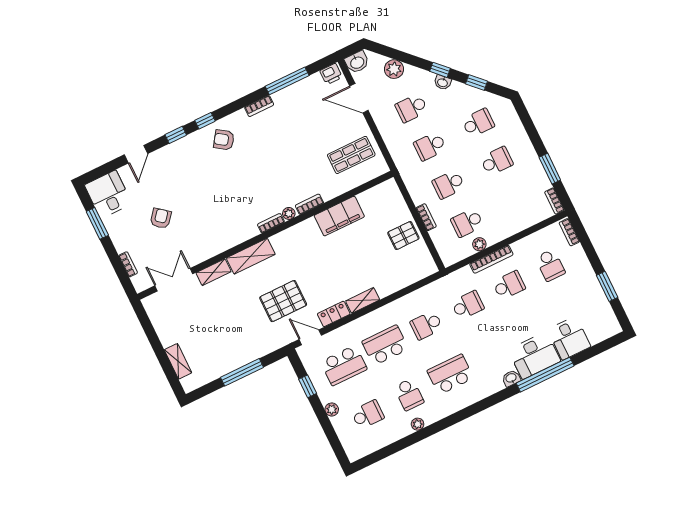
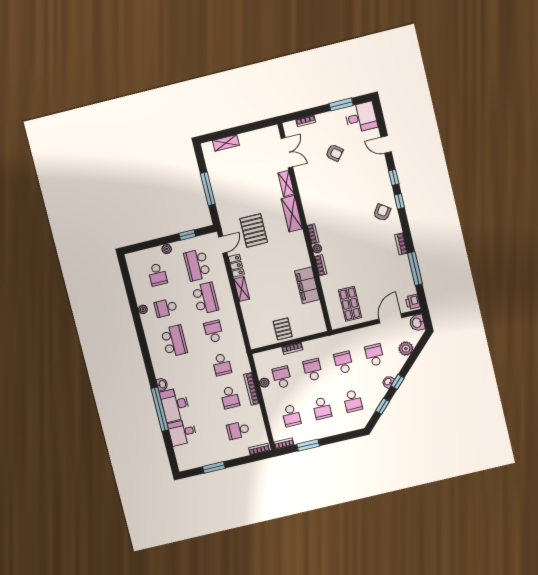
school desk: (515, 199) -> (291, 416), added

